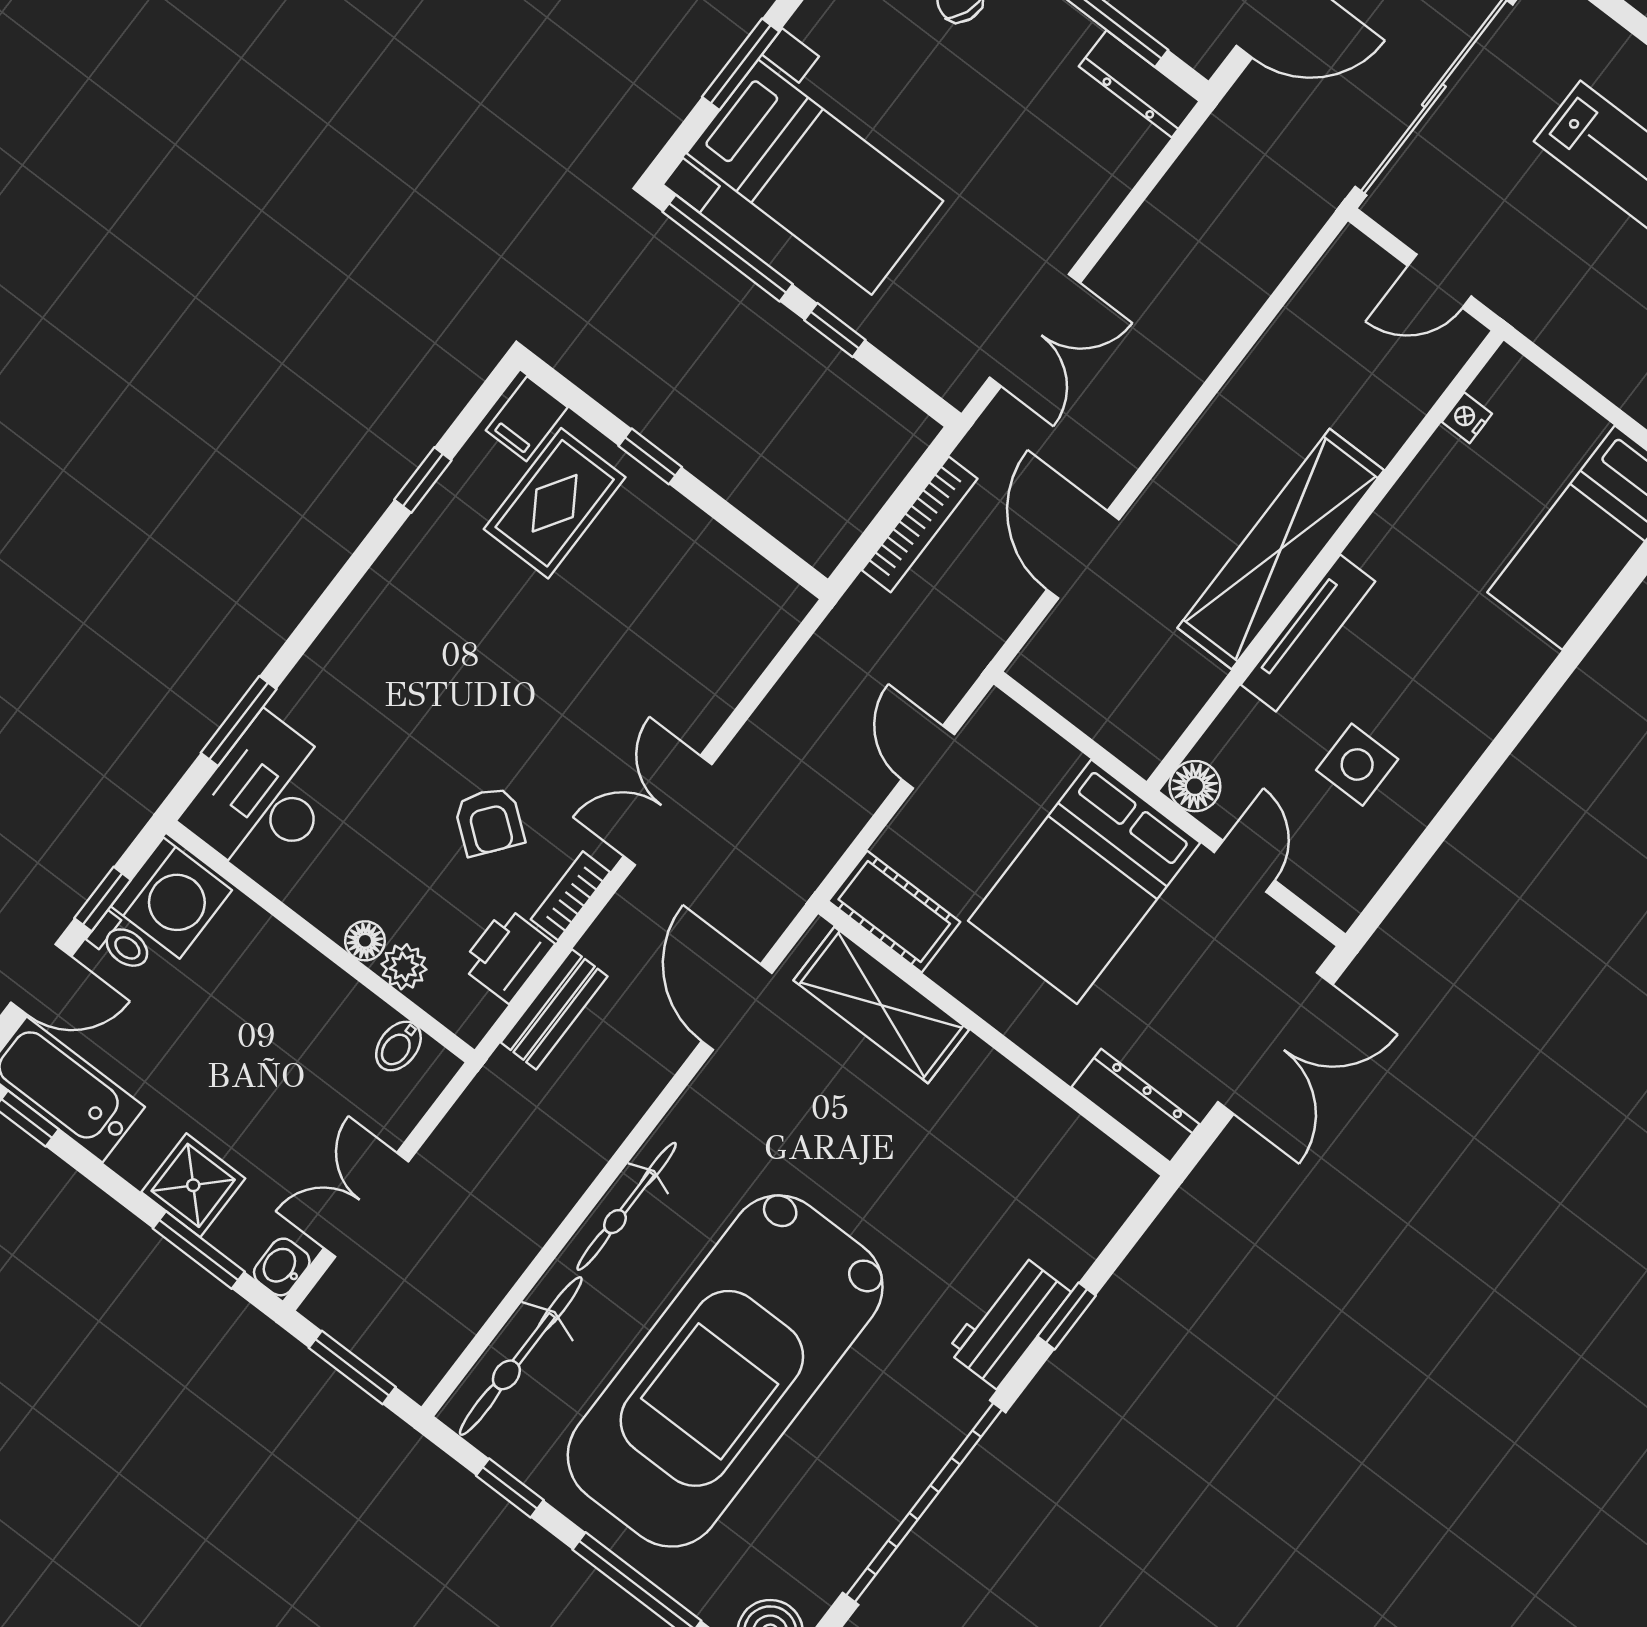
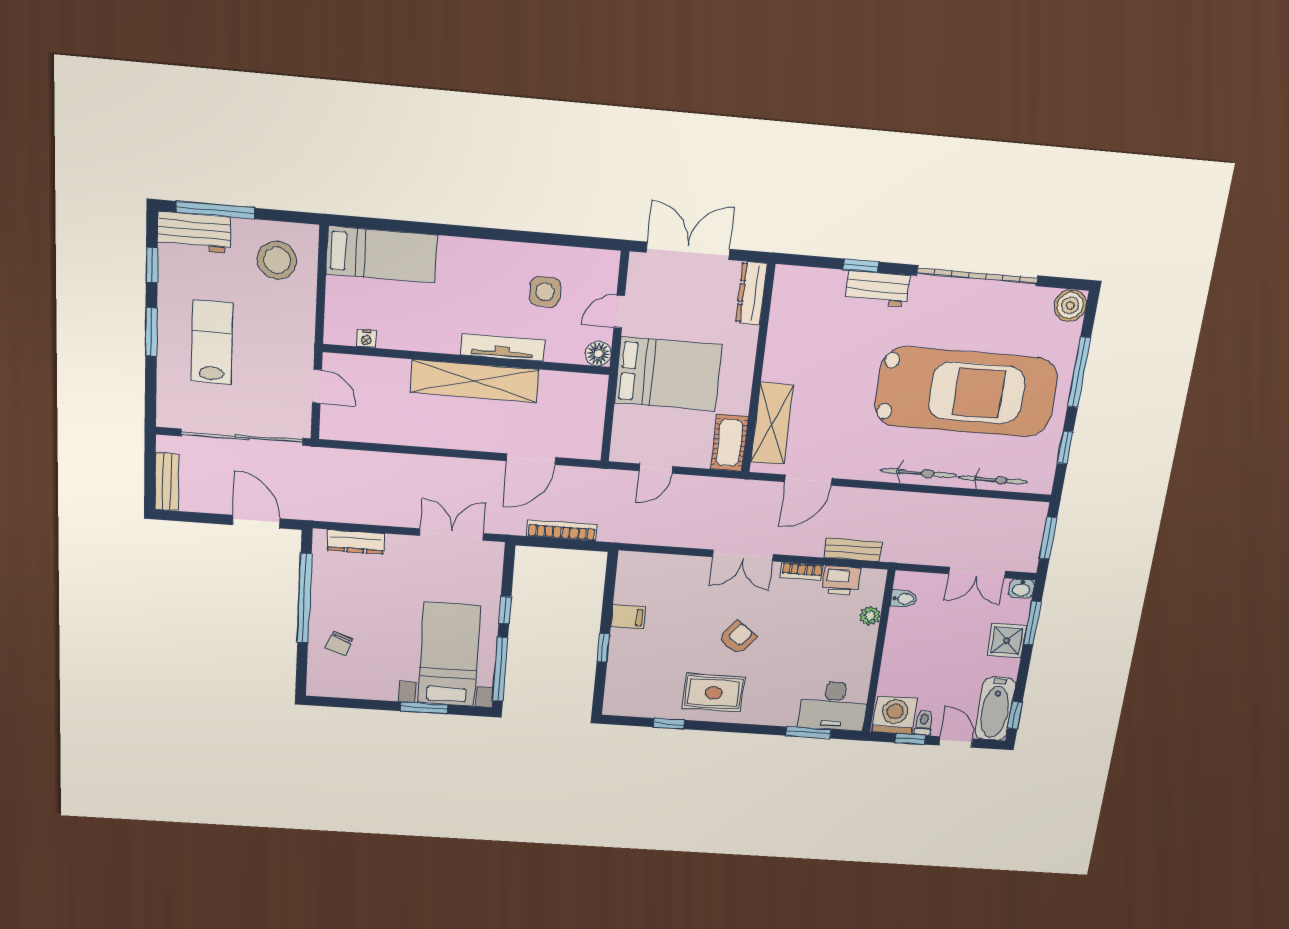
dresser: (1139, 84) -> (356, 542), moved, turned 90
filing cabinet: (527, 419) -> (628, 617), moved
rug: (555, 503) -> (714, 693), moved
armchair: (489, 821) -> (738, 638), moved
floor lamp: (365, 941) -> (868, 636), removed
bicycle: (521, 1356) -> (993, 480), width x0.73, depth x0.71

